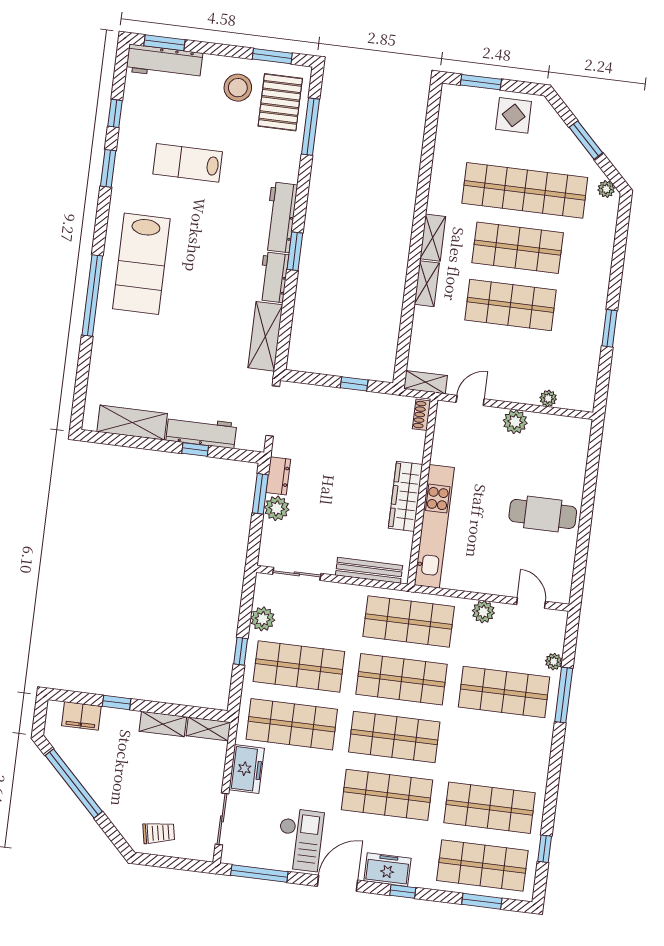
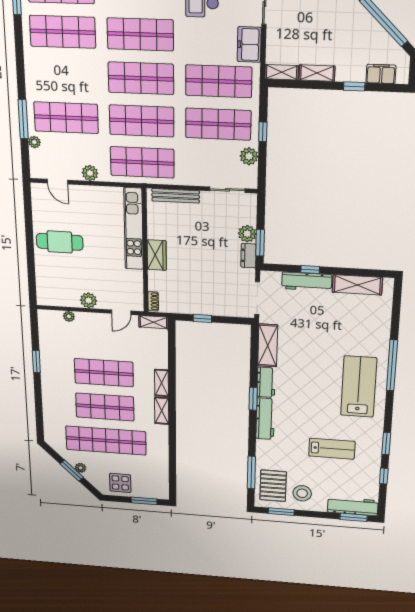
plant: (606, 189) -> (80, 468), moved
wardrobe: (406, 496) -> (157, 255), width x0.67

